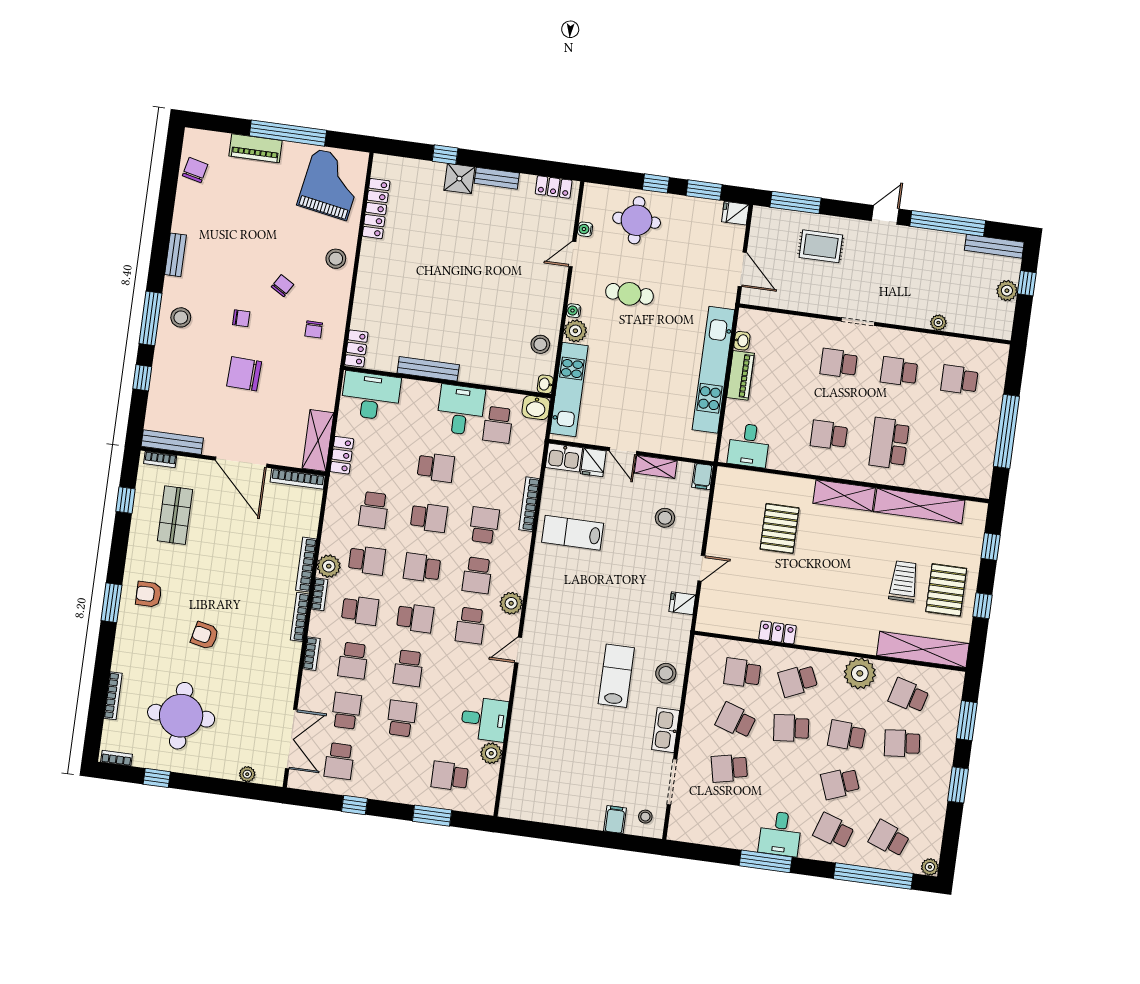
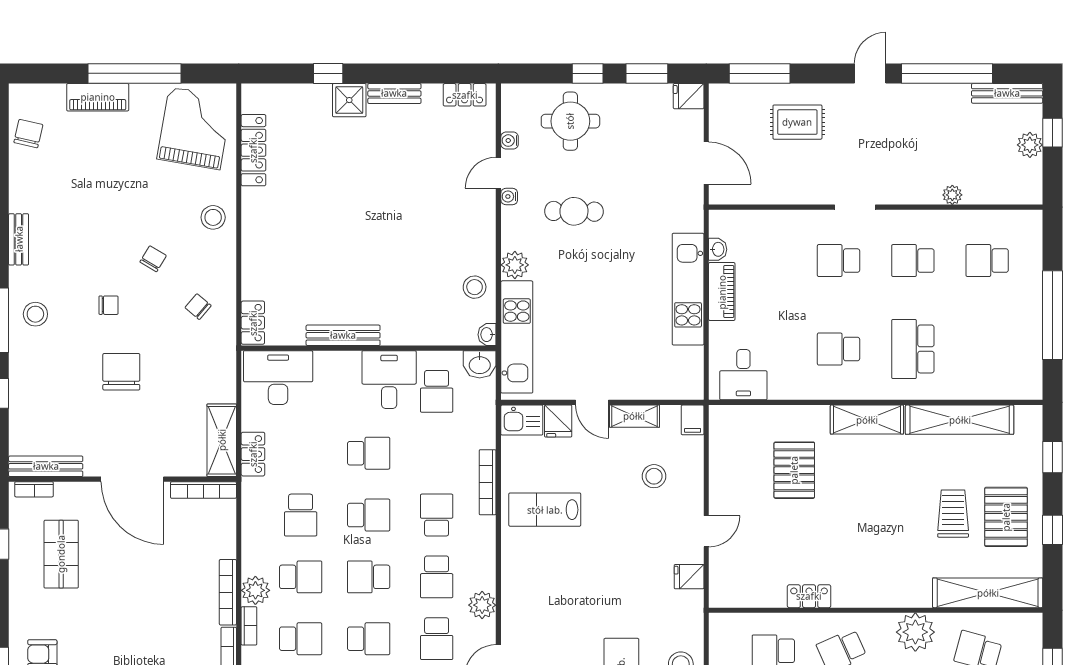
water cooler: (574, 311) -> (509, 196), moved
chair: (314, 329) -> (198, 307), turned 130
kitchen unit: (713, 370) -> (688, 289), width x0.73
chair: (244, 374) -> (121, 372), turned 88

